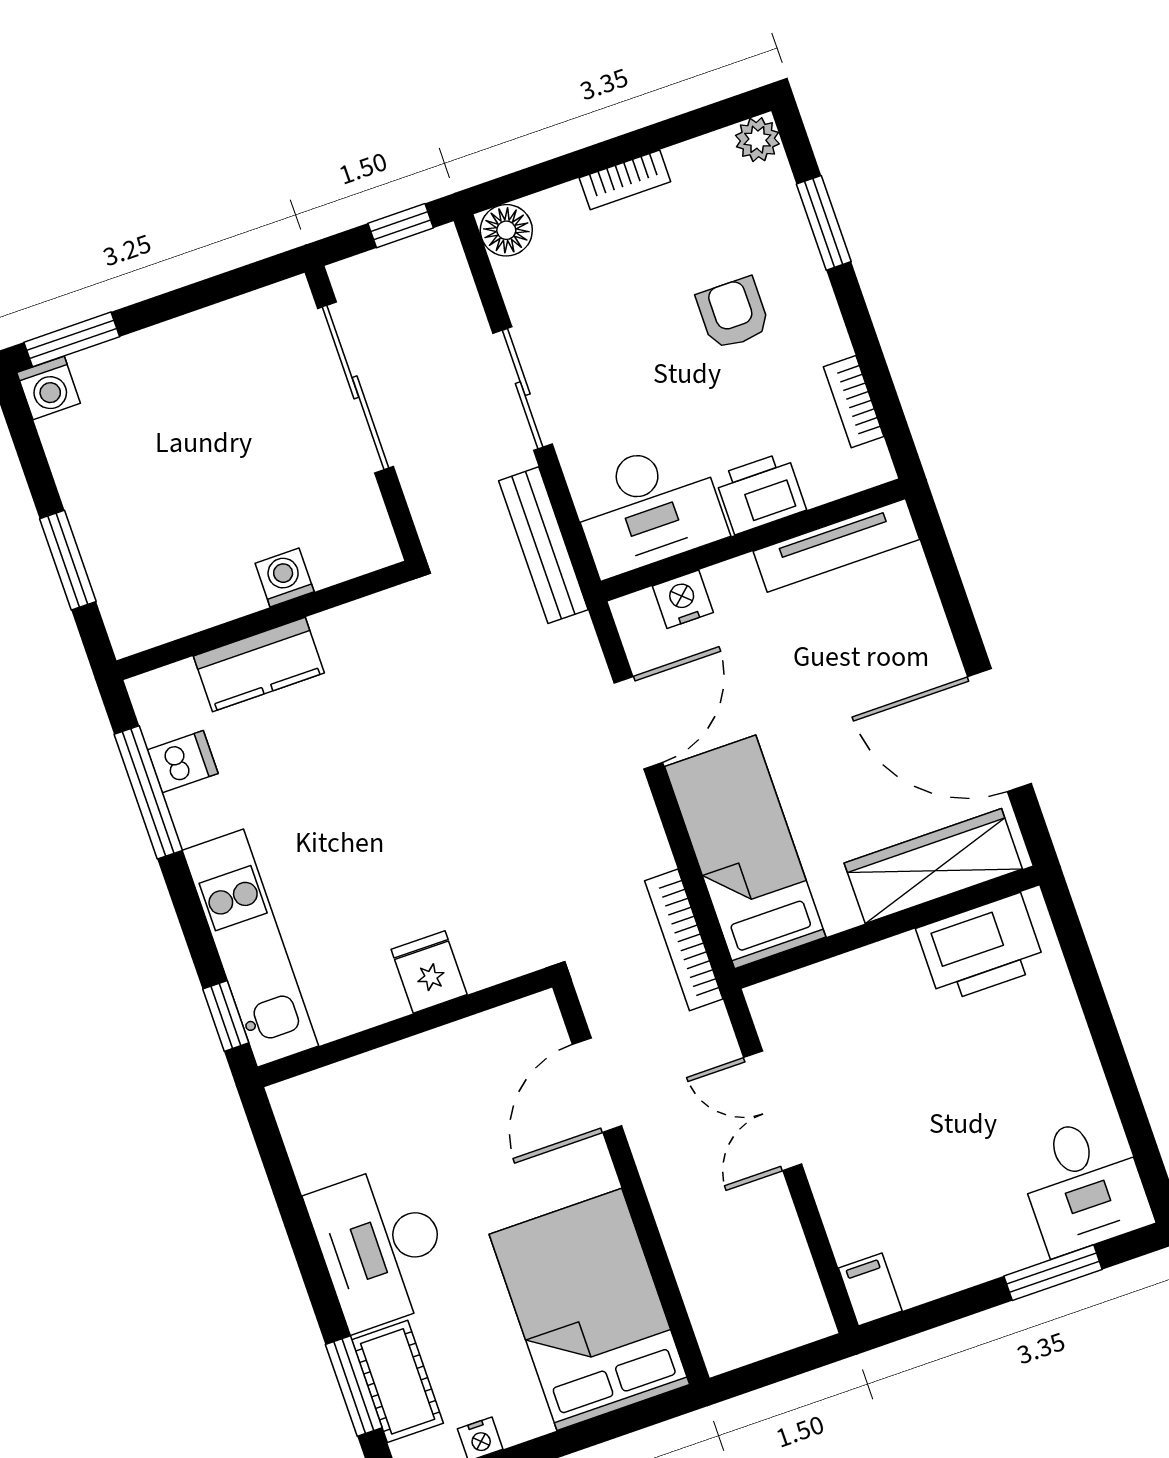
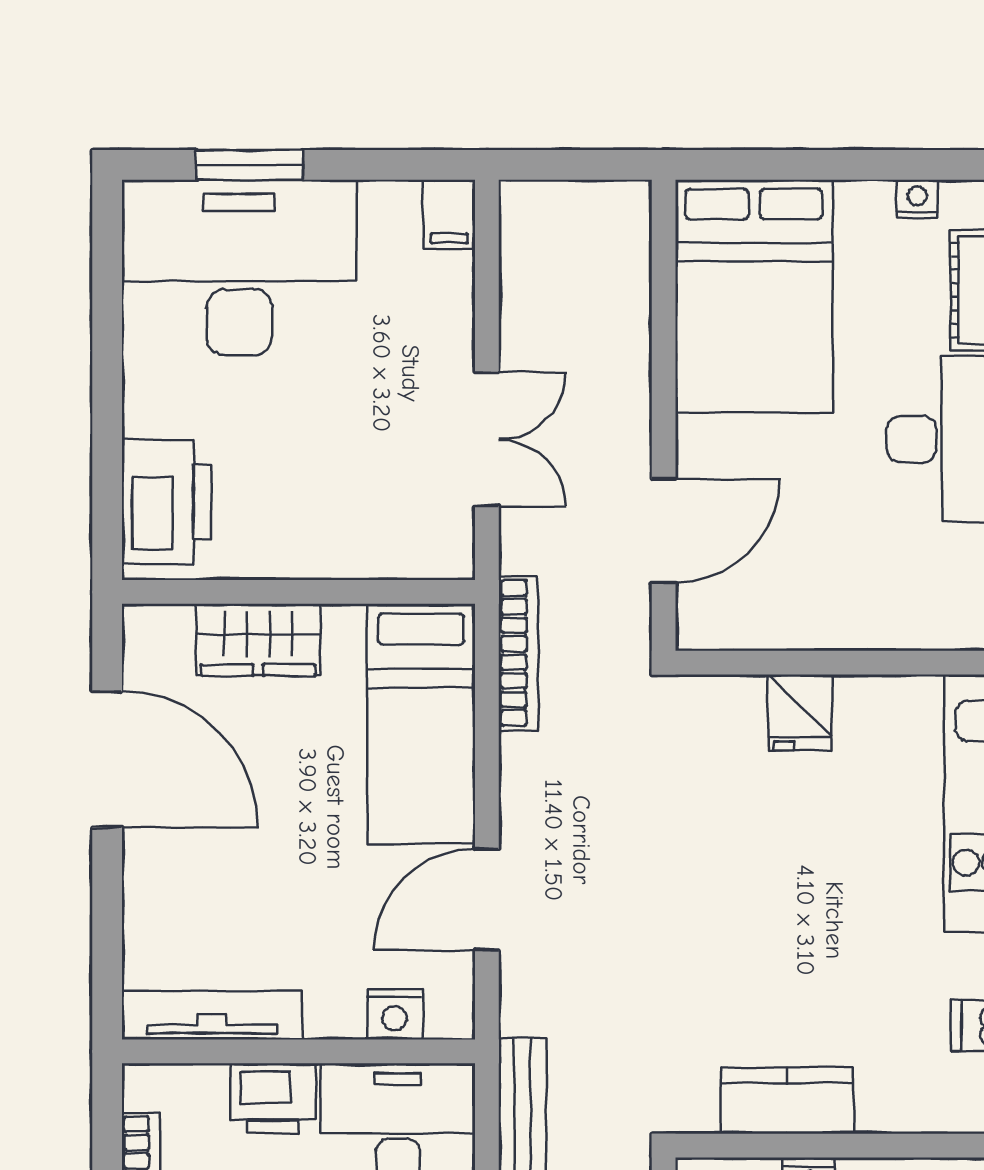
kitchen counter: (259, 665) -> (787, 1101), moved
wardrobe: (933, 866) -> (258, 640), width x0.67
printer: (981, 948) -> (167, 502), moved, turned 90
desk: (1084, 1184) -> (239, 268), width x1.87, depth x1.30

